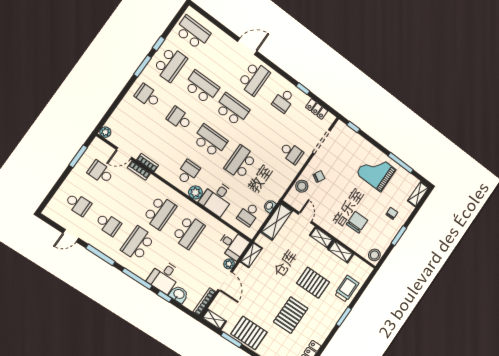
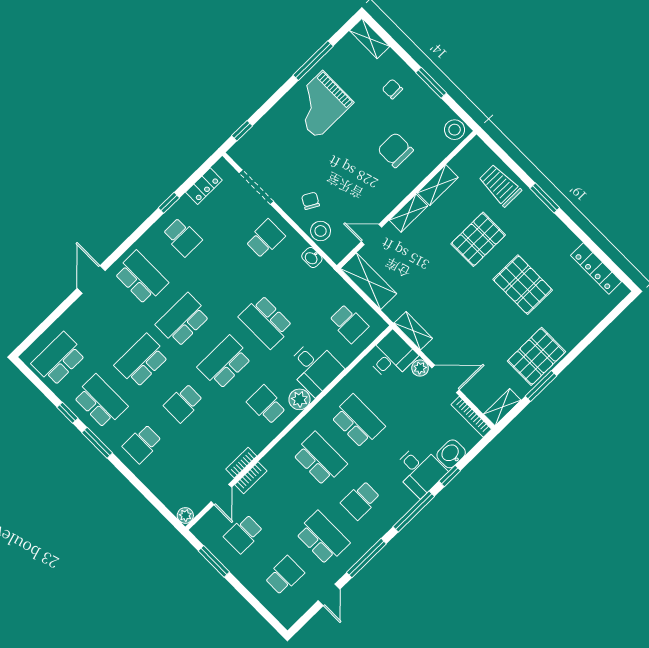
washbasin: (270, 206) -> (312, 258), moved
school desk: (108, 224) -> (322, 538), width x1.85
school desk: (138, 244) -> (361, 500), width x0.54

